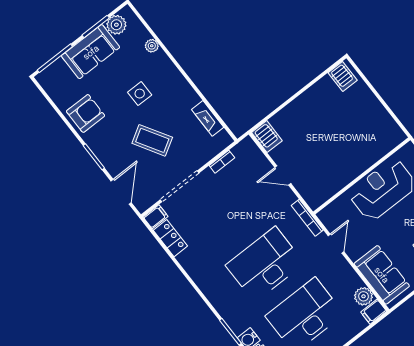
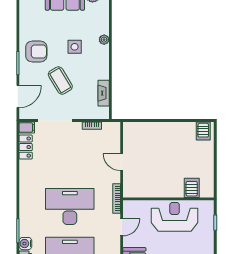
plant: (152, 46) -> (104, 40), moved
armchair: (86, 113) -> (36, 52), moved
server rack: (267, 137) -> (192, 188), moved, turned 180

